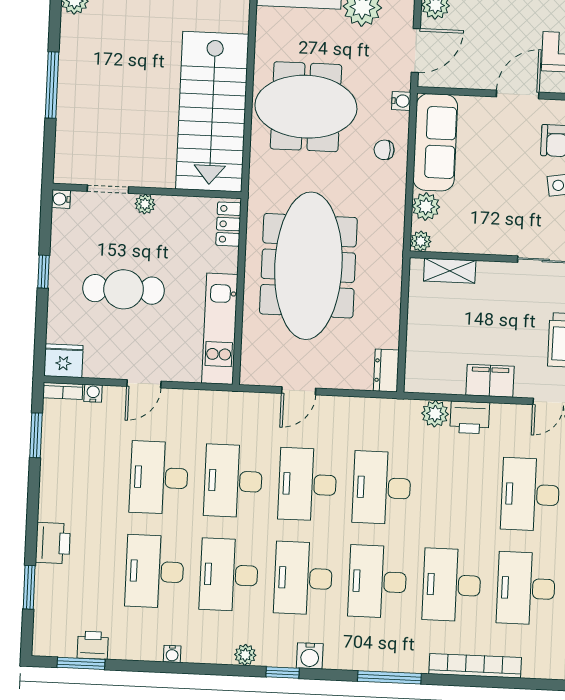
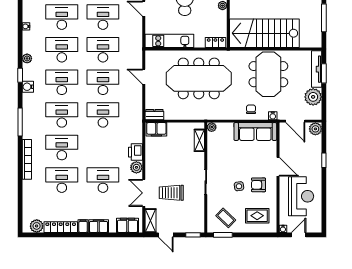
plant: (426, 206) -> (227, 129), removed
filing cabinet: (490, 381) -> (156, 129), moved, turned 90
plant: (435, 414) -> (136, 167), moved

